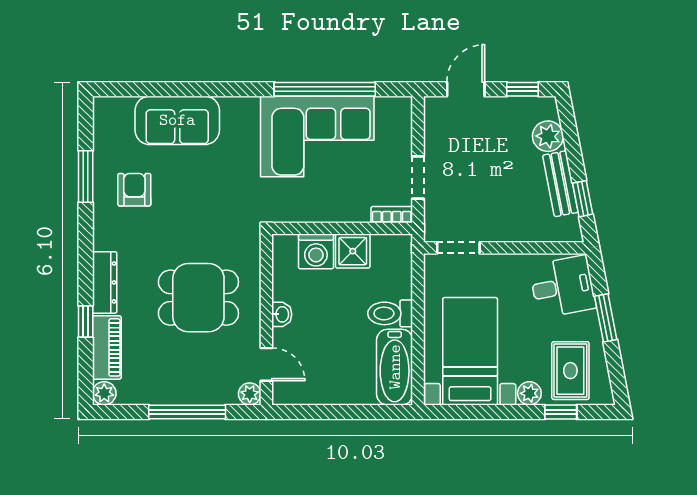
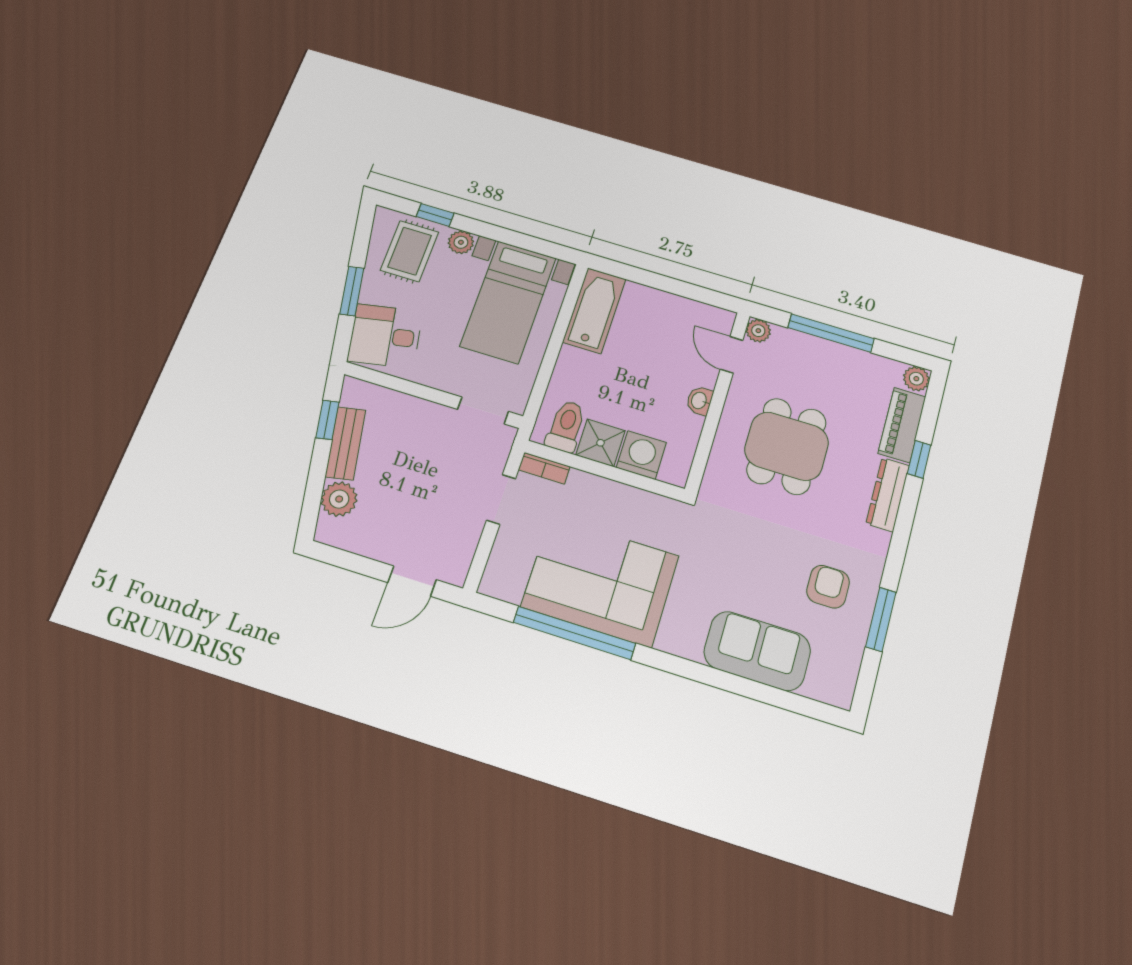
window: (522, 89) -> (347, 561), removed
armchair: (134, 190) -> (828, 587), turned 180
dining table: (198, 298) -> (787, 446), turned 90
toilet: (390, 313) -> (566, 426), moved, turned -90

